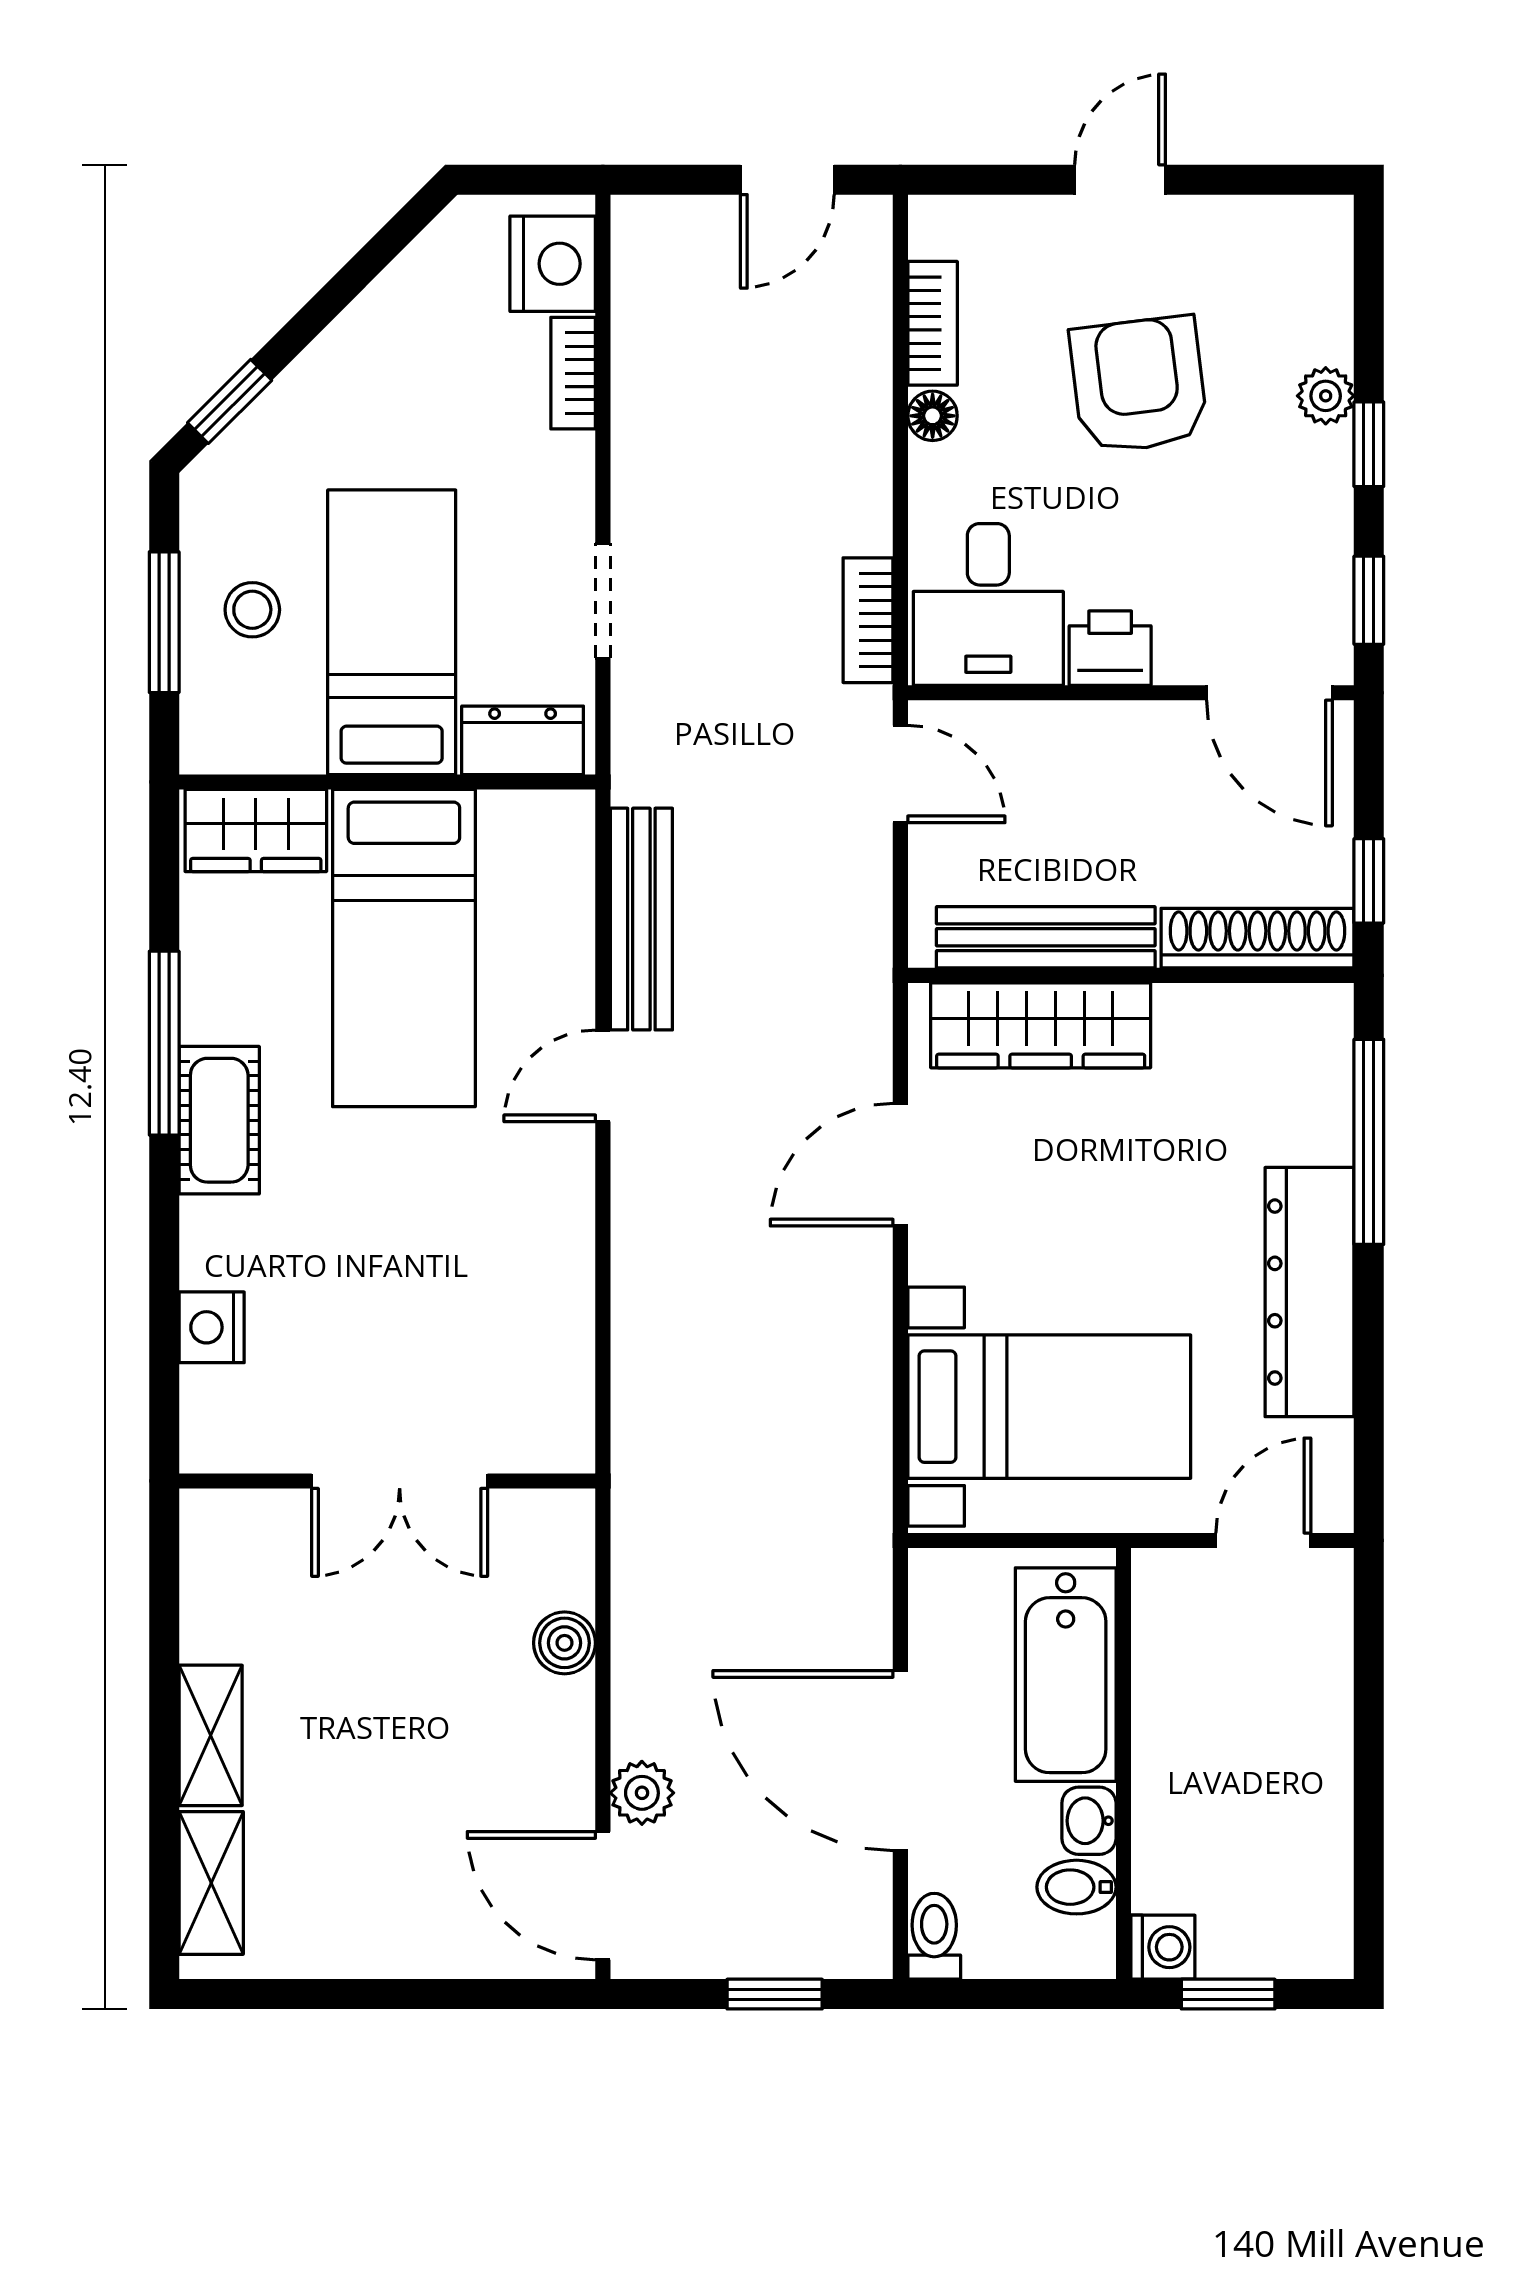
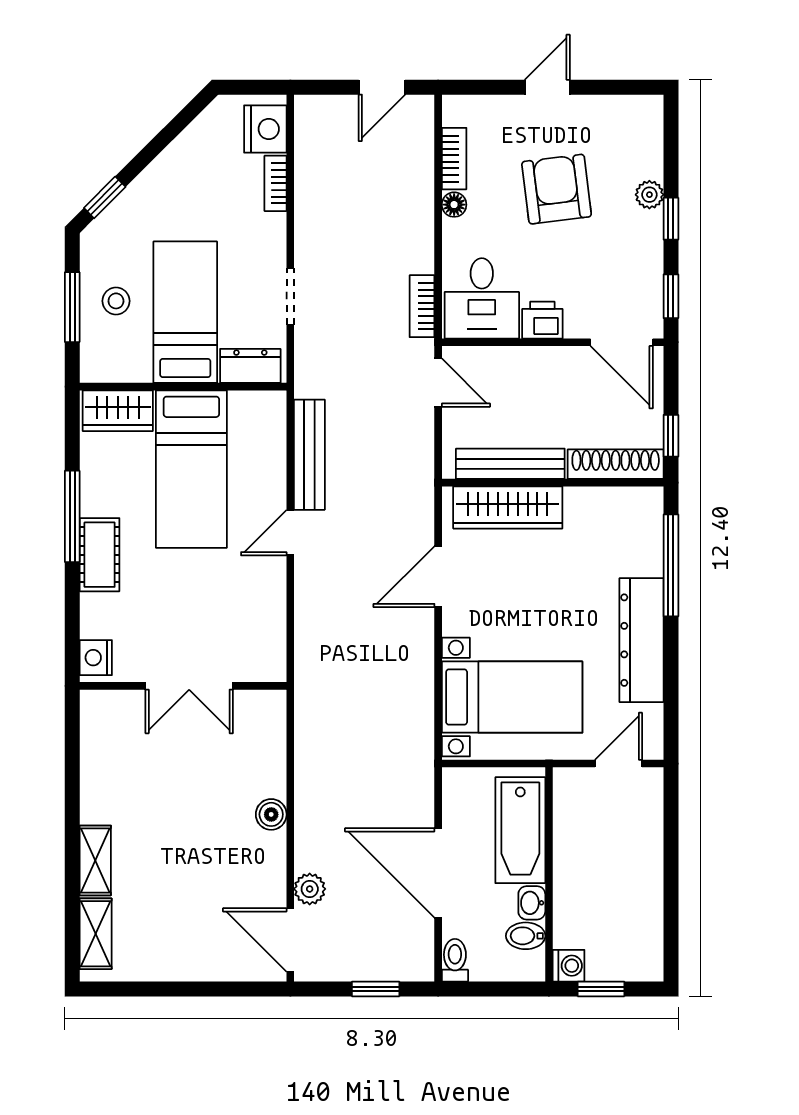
wall: (387, 1481) -> (183, 686), moved
double door: (400, 1481) -> (189, 686), moved

